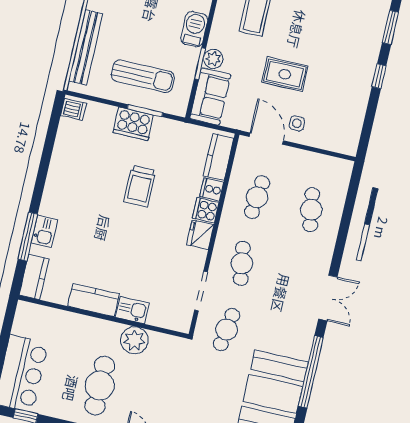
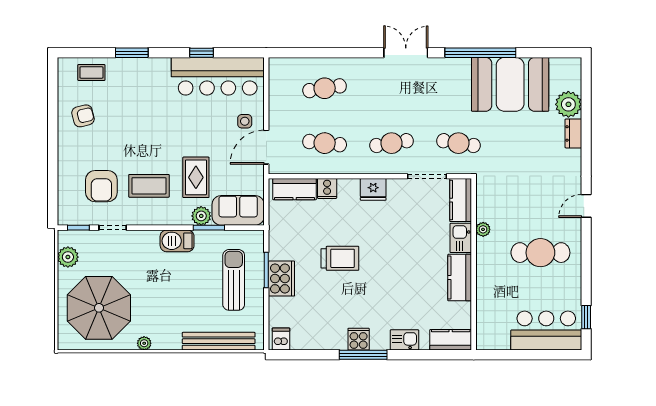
rug: (285, 74) -> (196, 177), moved
window: (379, 76) -> (202, 53), moved
bar counter: (348, 107) -> (218, 76), added
cooker: (206, 210) -> (359, 339), moved, turned 180
window: (28, 237) -> (363, 355), moved
kitchen counter: (170, 319) -> (461, 200), added
plant: (134, 340) -> (483, 229), width x0.53, depth x0.53

